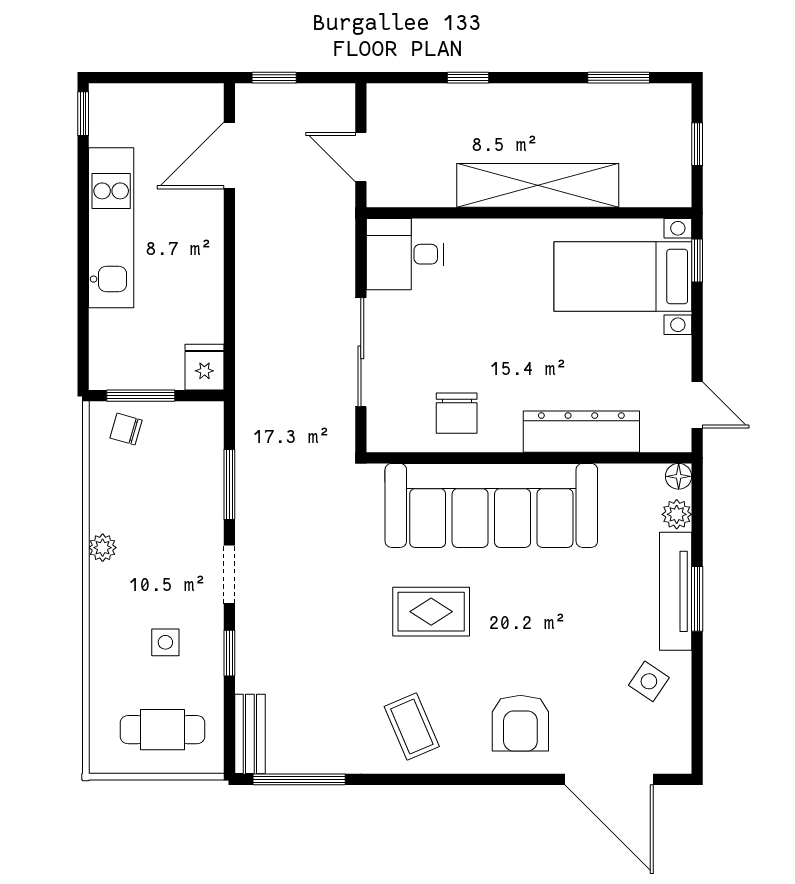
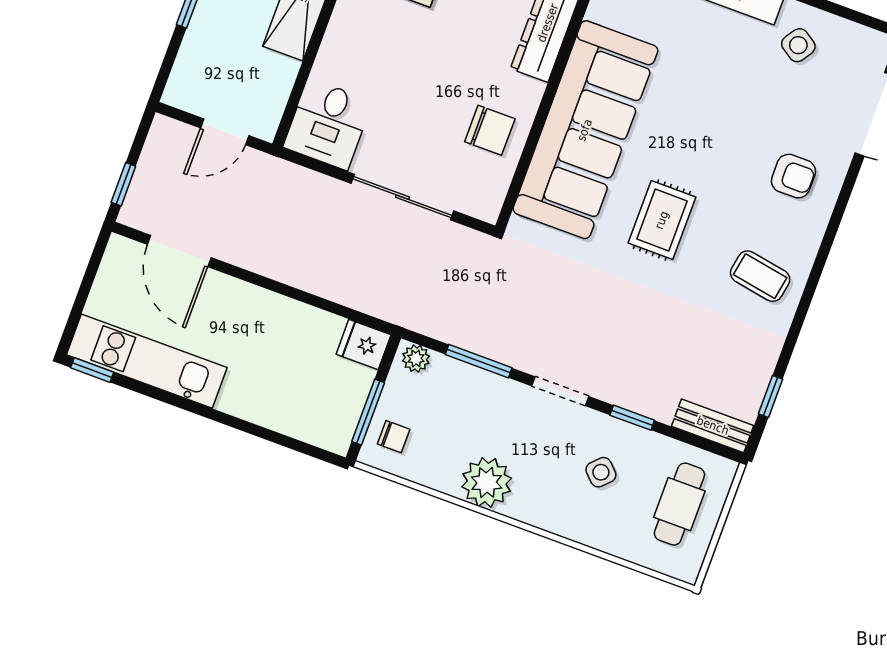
kitchen unit: (111, 228) -> (147, 361), moved
plant: (210, 423) -> (416, 358), added
chair: (126, 429) -> (394, 437), turned -106
plant: (103, 548) -> (487, 482), width x1.88, depth x1.88
side table: (165, 642) -> (601, 472), turned 45
armchair: (520, 723) -> (793, 176), width x0.72, depth x0.72
coffee table: (412, 727) -> (760, 276), turned 33
window: (299, 779) -> (771, 396), width x0.46

